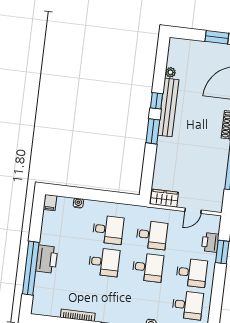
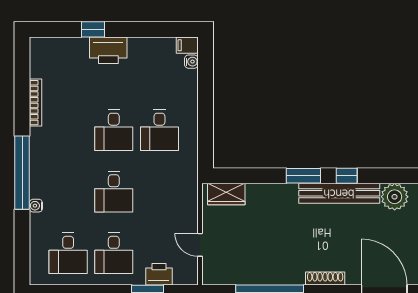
plant: (170, 72) -> (395, 197), width x1.88, depth x1.88
wardrobe: (164, 198) -> (226, 194), moved, turned 90
water cooler: (78, 203) -> (191, 62), moved
desk: (152, 235) -> (159, 192), removed
window: (31, 268) -> (93, 29), width x0.32

